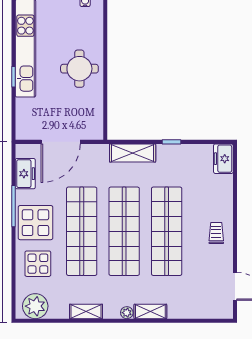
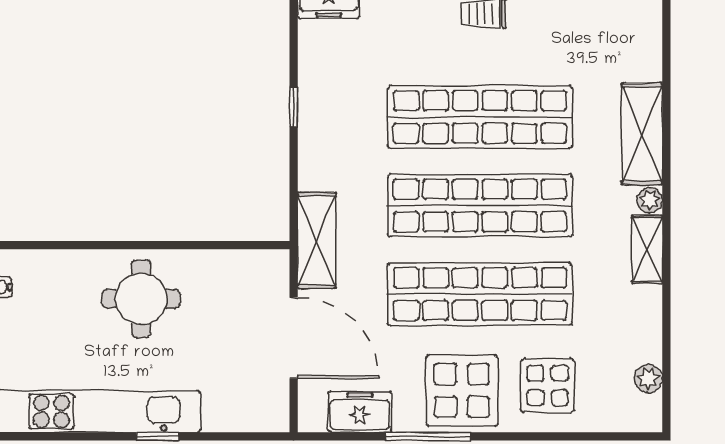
shelving: (133, 153) -> (317, 240), moved
plant: (35, 306) -> (648, 379), width x0.53, depth x0.53
shelving: (86, 311) -> (647, 250), moved
shelving: (150, 311) -> (642, 134), width x1.50, depth x1.33

